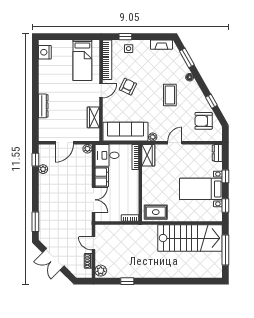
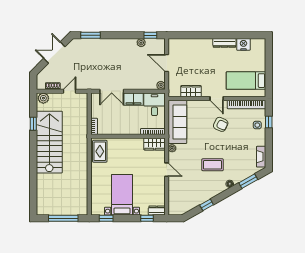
nightstand: (45, 52) -> (243, 44), moved
dresser: (43, 106) -> (224, 43), moved
armchair: (204, 121) -> (188, 197), removed
window: (225, 176) -> (147, 218), moved
stairs: (190, 238) -> (49, 142), moved, turned 180

